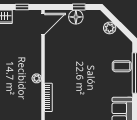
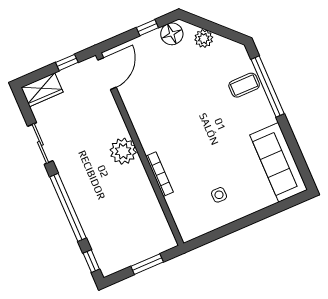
floor lamp: (76, 17) -> (172, 34), moved
plant: (37, 78) -> (123, 151), width x1.88, depth x1.88

